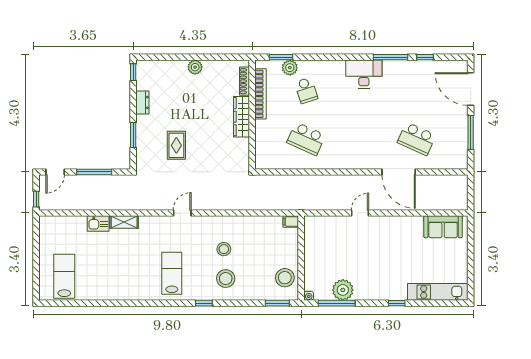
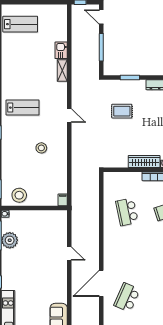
school desk: (306, 139) -> (127, 212), turned -36
stool: (226, 279) -> (18, 149), removed

